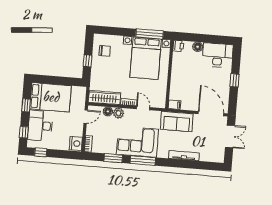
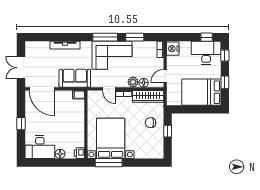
chair: (105, 51) -> (150, 123), moved
desk: (40, 126) -> (206, 53), moved, turned -90

